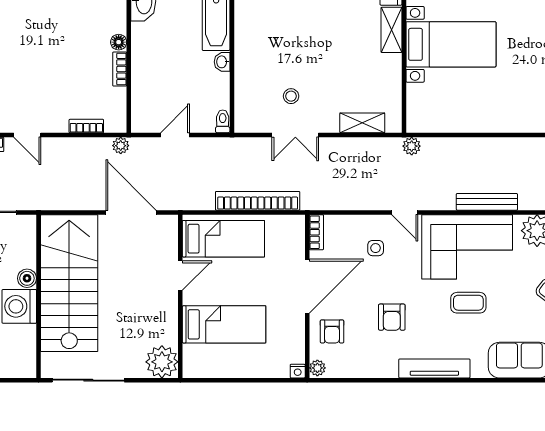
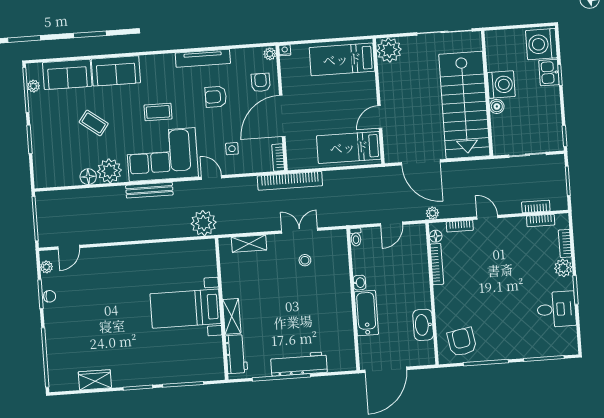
floor lamp: (119, 42) -> (436, 236), moved
bookcase: (120, 69) -> (437, 264), width x1.56
door: (27, 135) -> (487, 217), moved
plant: (412, 146) -> (204, 223), width x1.88, depth x1.88
bookcase: (258, 201) -> (290, 181), moved
armchair: (392, 317) -> (216, 97), turned -90
bed: (224, 324) -> (342, 59), moved
tv unit: (434, 368) -> (203, 58), moved

